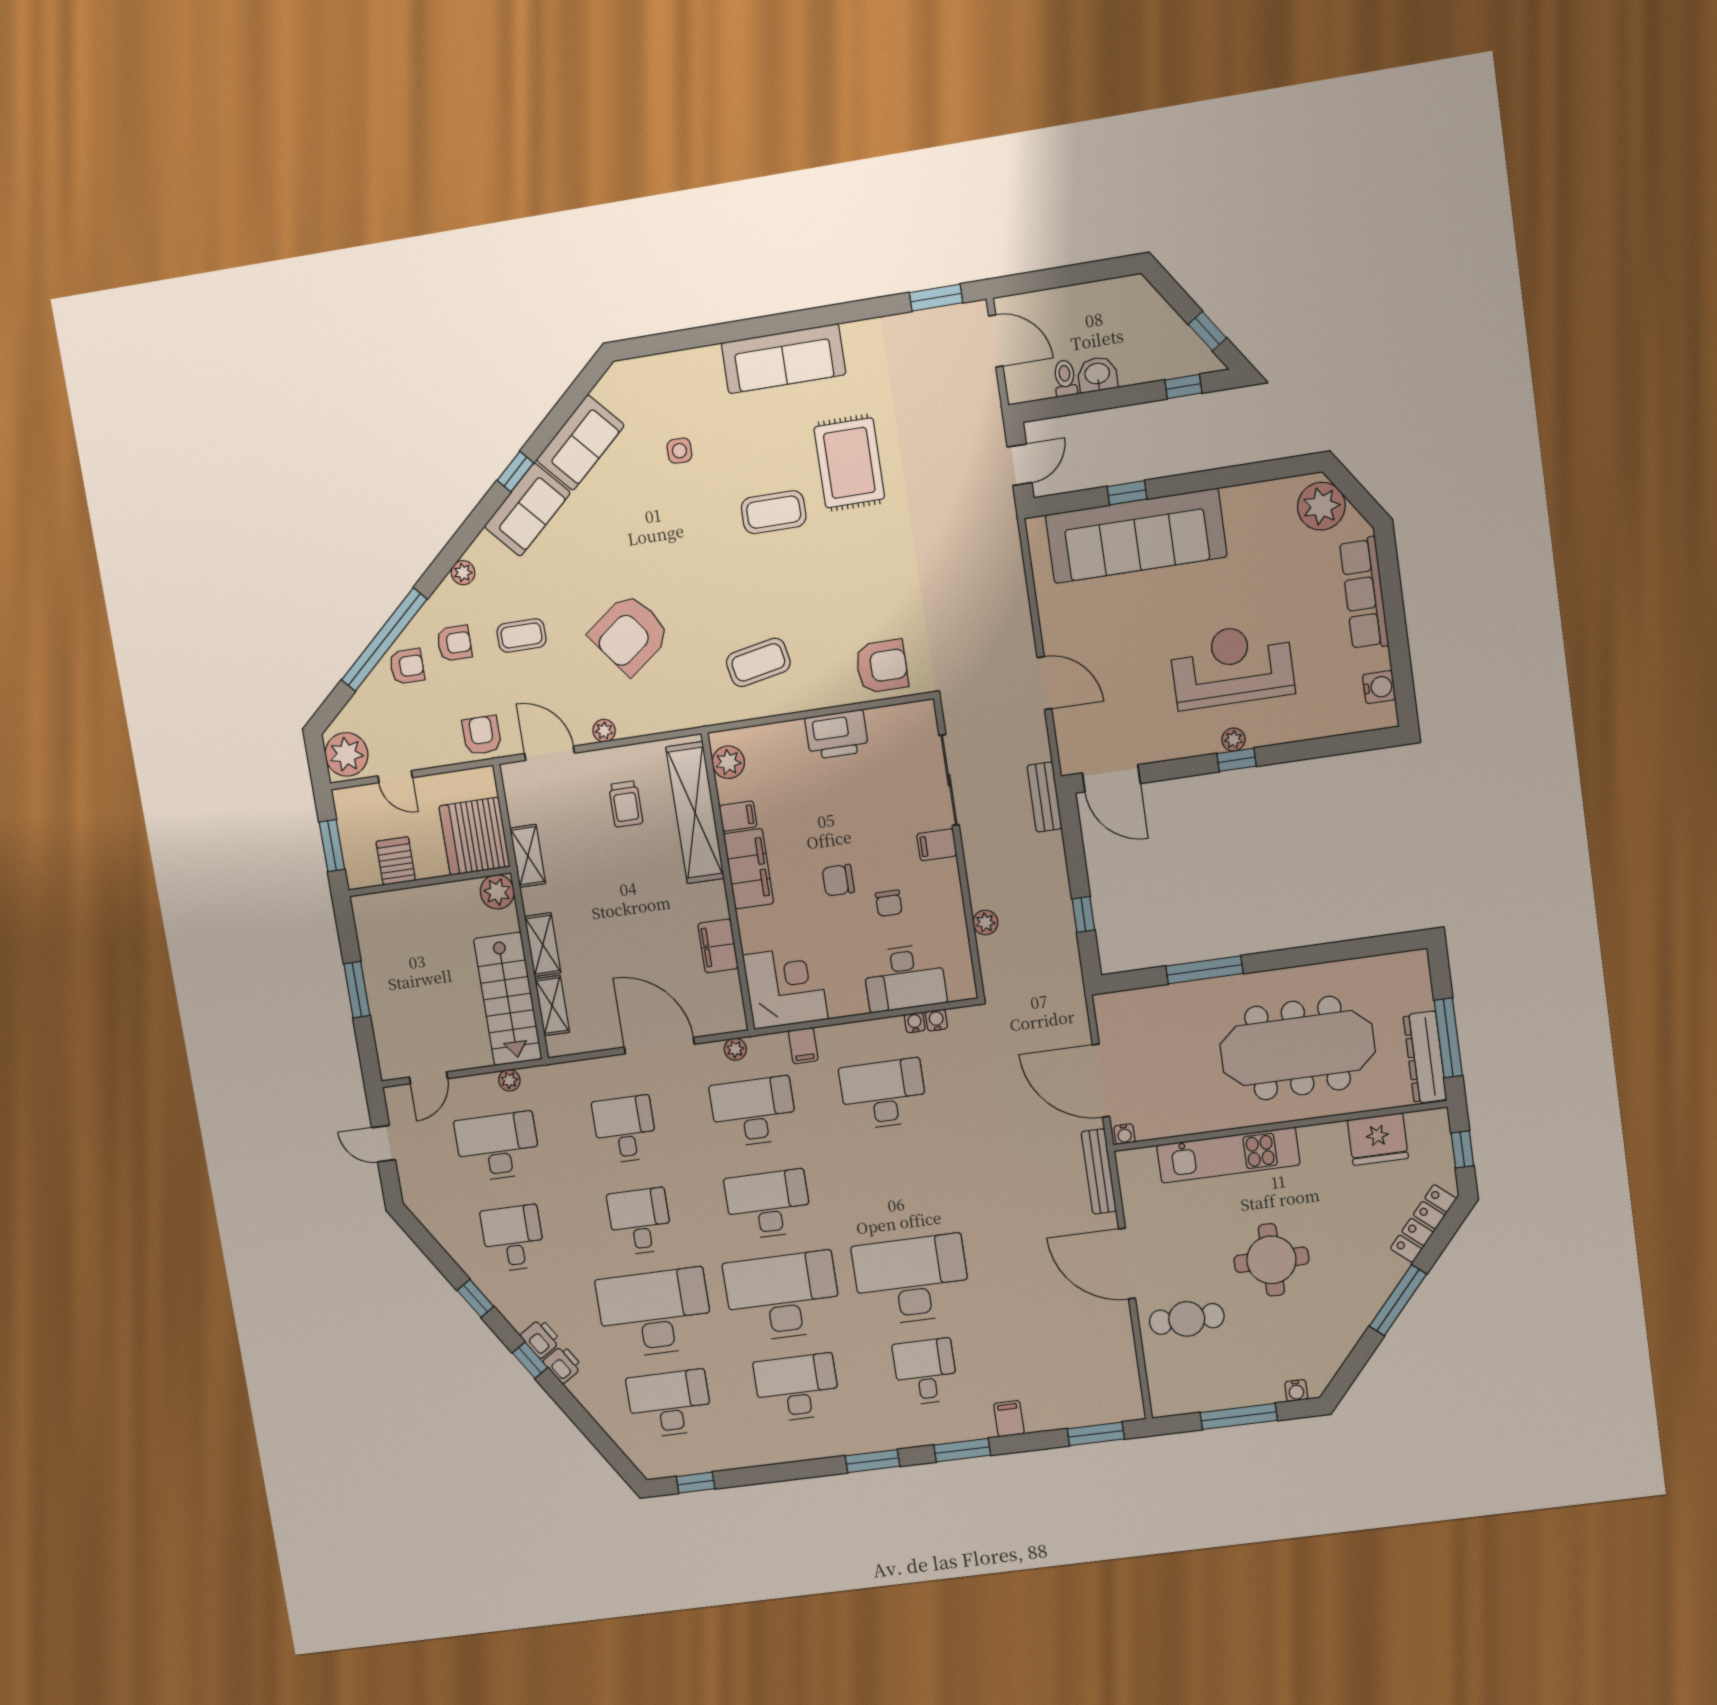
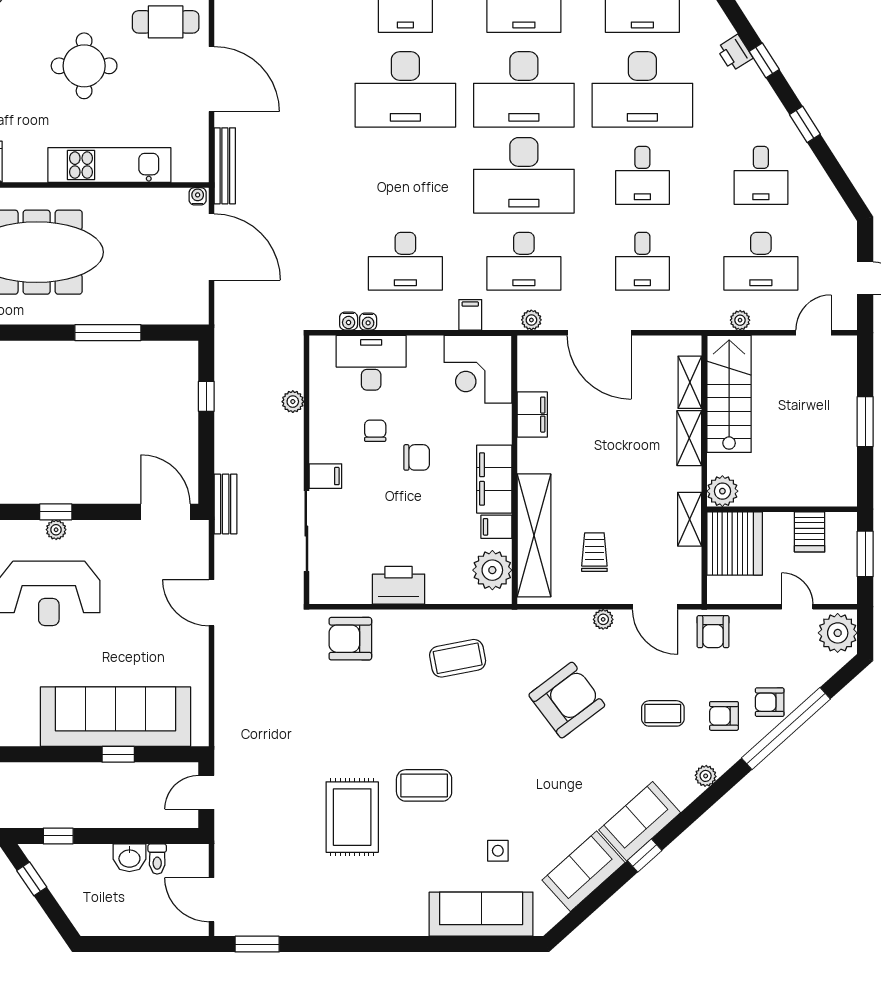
sofa: (783, 359) -> (481, 914), moved
plant: (728, 762) -> (492, 570), width x1.36, depth x1.36
desk: (768, 1205) -> (524, 175), width x1.36, depth x1.30
printer: (541, 1338) -> (751, 80), removed

